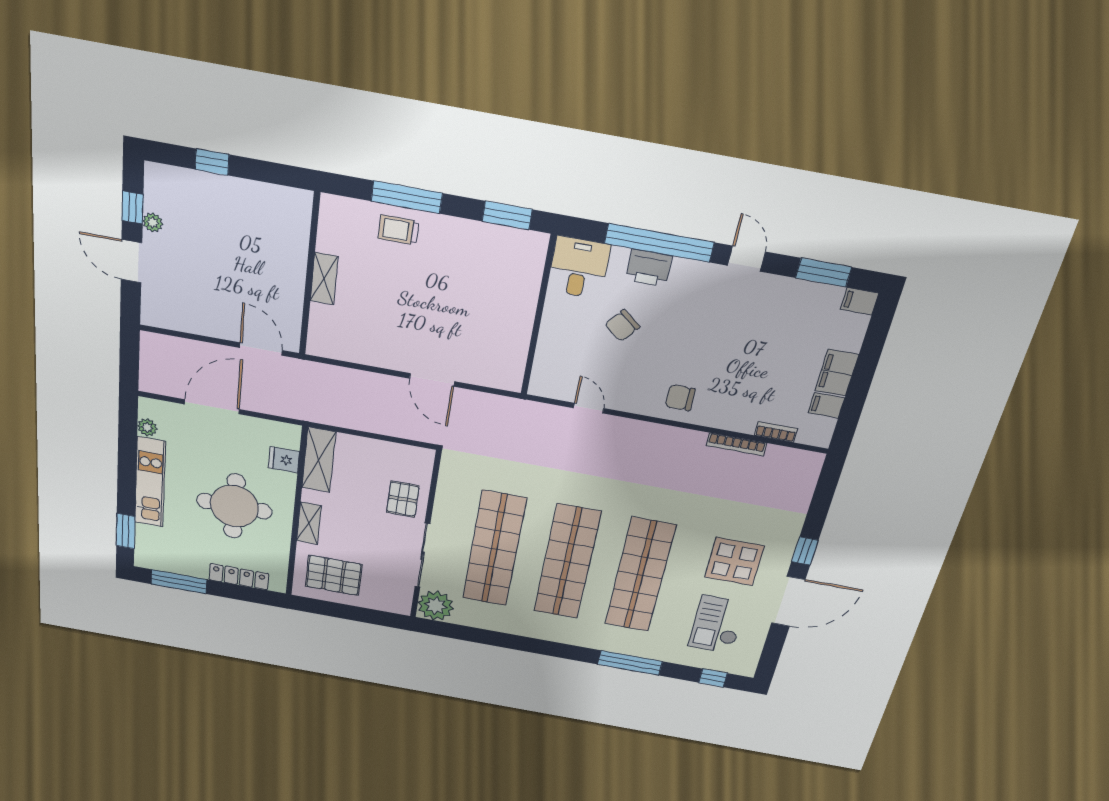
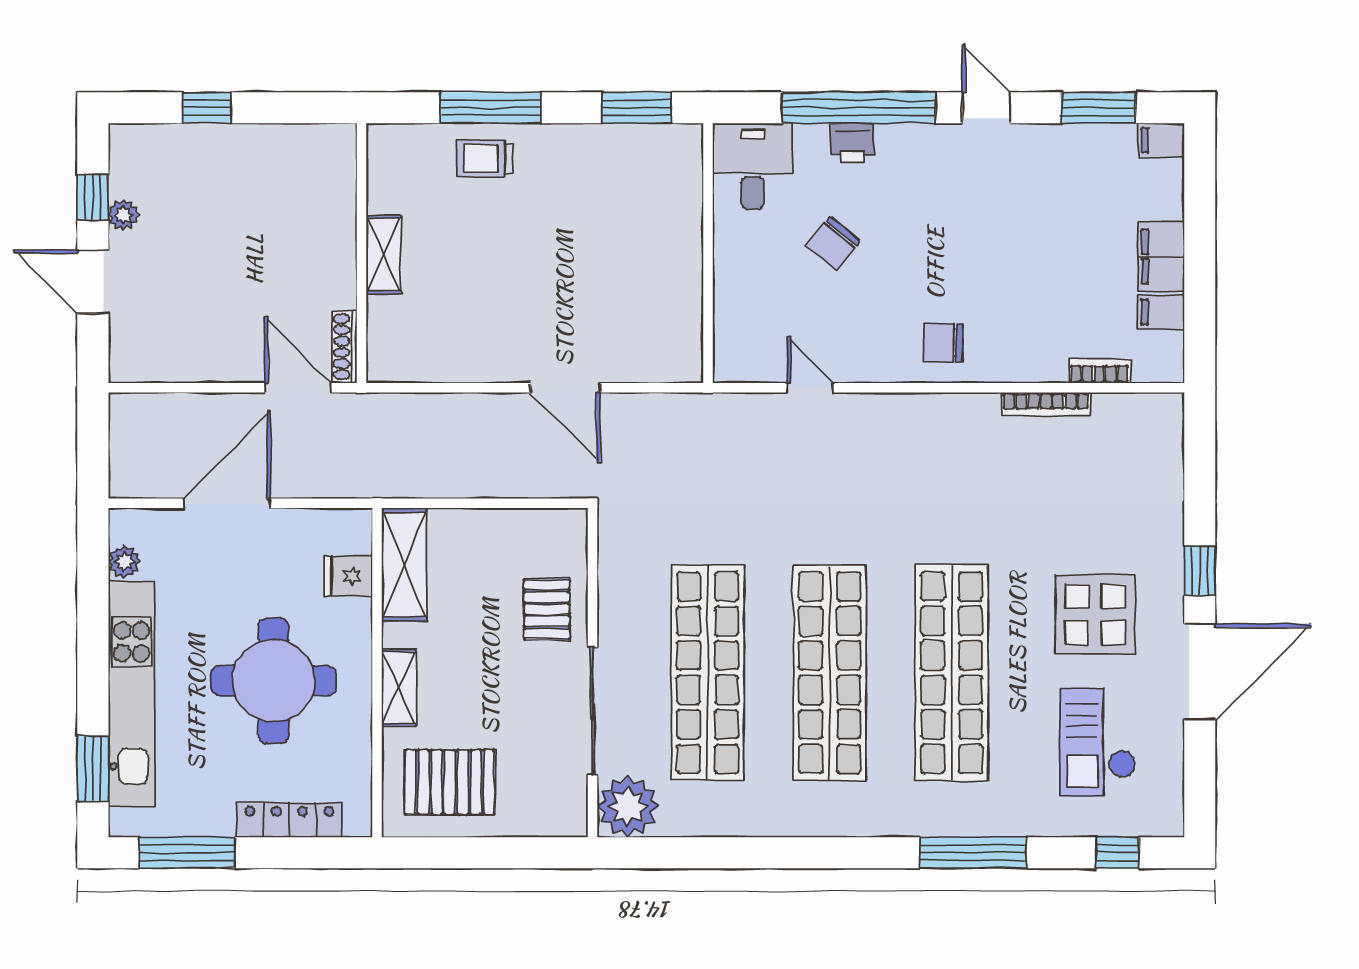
printer: (649, 268) -> (852, 143), width x0.73, depth x0.81
shoe rack: (293, 330) -> (344, 347), added
kitchen unit: (150, 482) -> (132, 694), width x1.36

